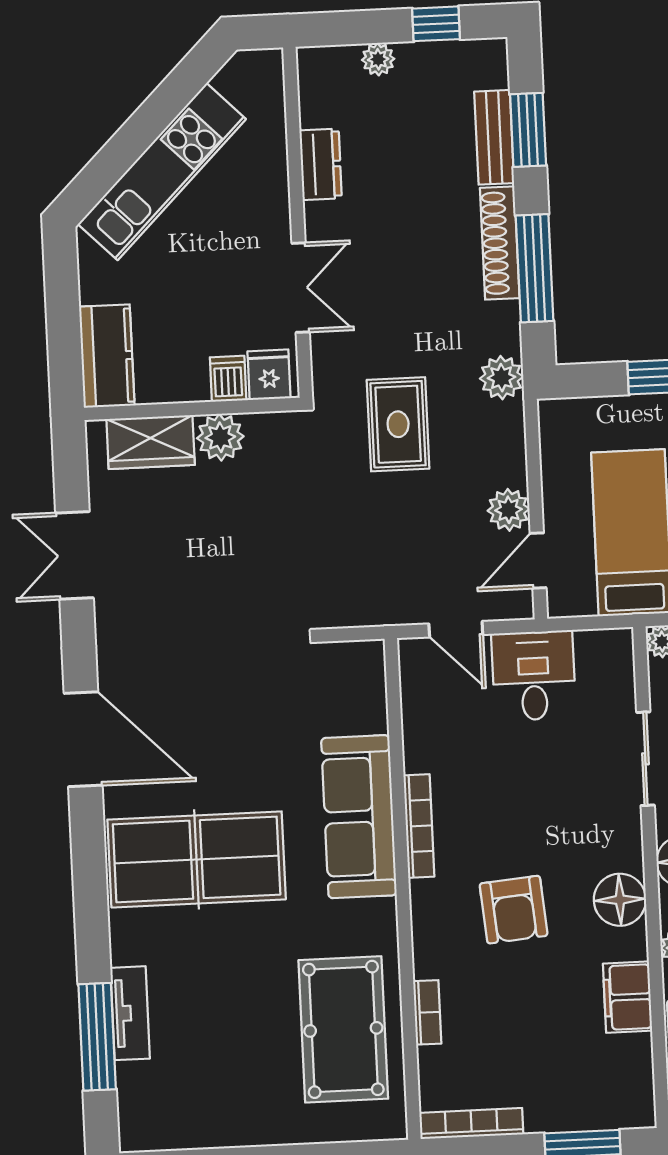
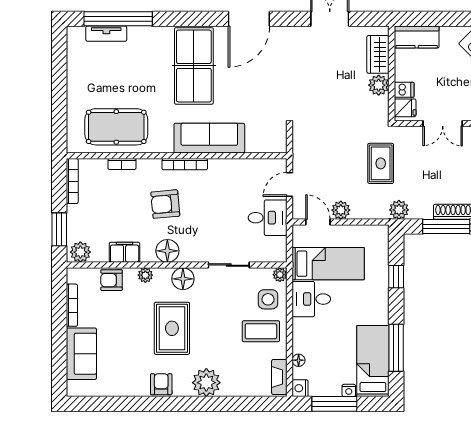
rug: (398, 424) -> (381, 163), turned 90
bookcase: (419, 826) -> (185, 164), moved
tv unit: (130, 1013) -> (106, 34), moved
window: (97, 1037) -> (118, 19), width x1.46
plant: (632, 1097) -> (80, 252), added

